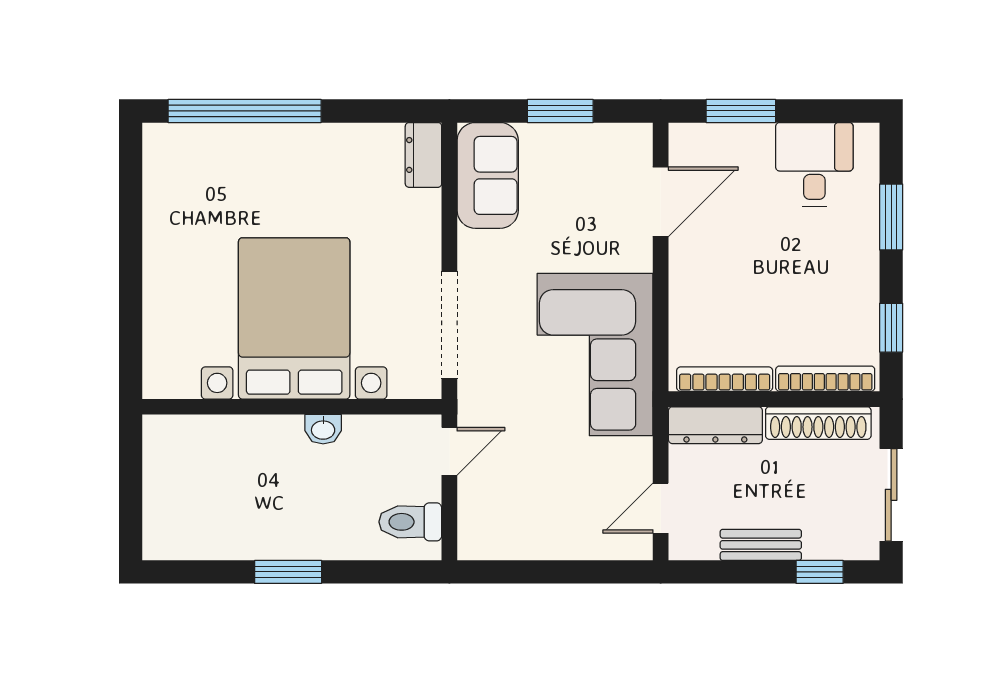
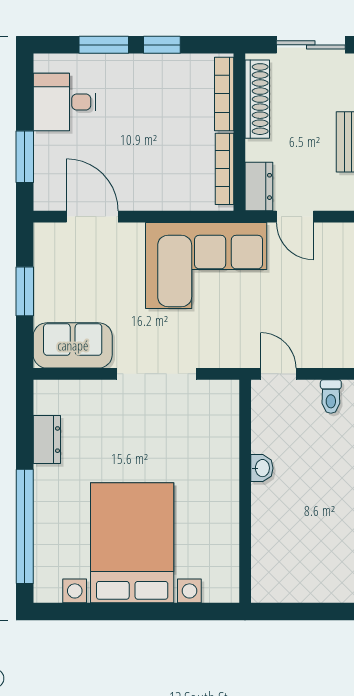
dresser: (423, 155) -> (47, 440), moved, turned -90
bed with nightstands: (294, 318) -> (132, 543), moved, turned 90
doorway: (449, 325) -> (156, 374), moved
window: (891, 328) -> (162, 45), moved
dresser: (715, 425) -> (259, 186), width x0.70
door: (661, 508) -> (295, 217), moved
toilet: (410, 522) -> (331, 397), width x0.73, depth x0.72

